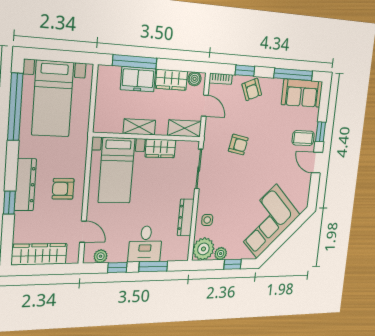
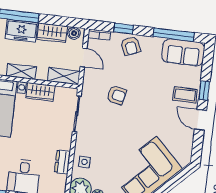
dresser: (186, 217) -> (62, 162), width x0.70

